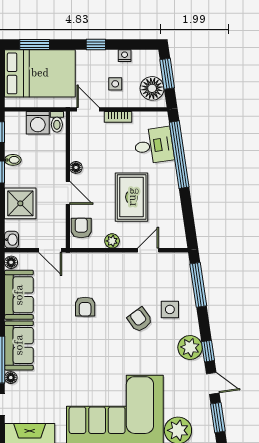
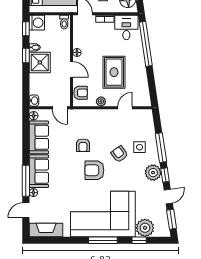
washing machine: (38, 123) -> (37, 23), moved, turned -90
desk: (154, 146) -> (126, 27), moved, turned -82
shower: (20, 203) -> (40, 62), moved
armchair: (81, 228) -> (80, 93), turned 90
window: (198, 285) -> (161, 148), moved
armchair: (102, 344) -> (94, 170), added
door: (213, 383) -> (168, 196), hinge flipped

